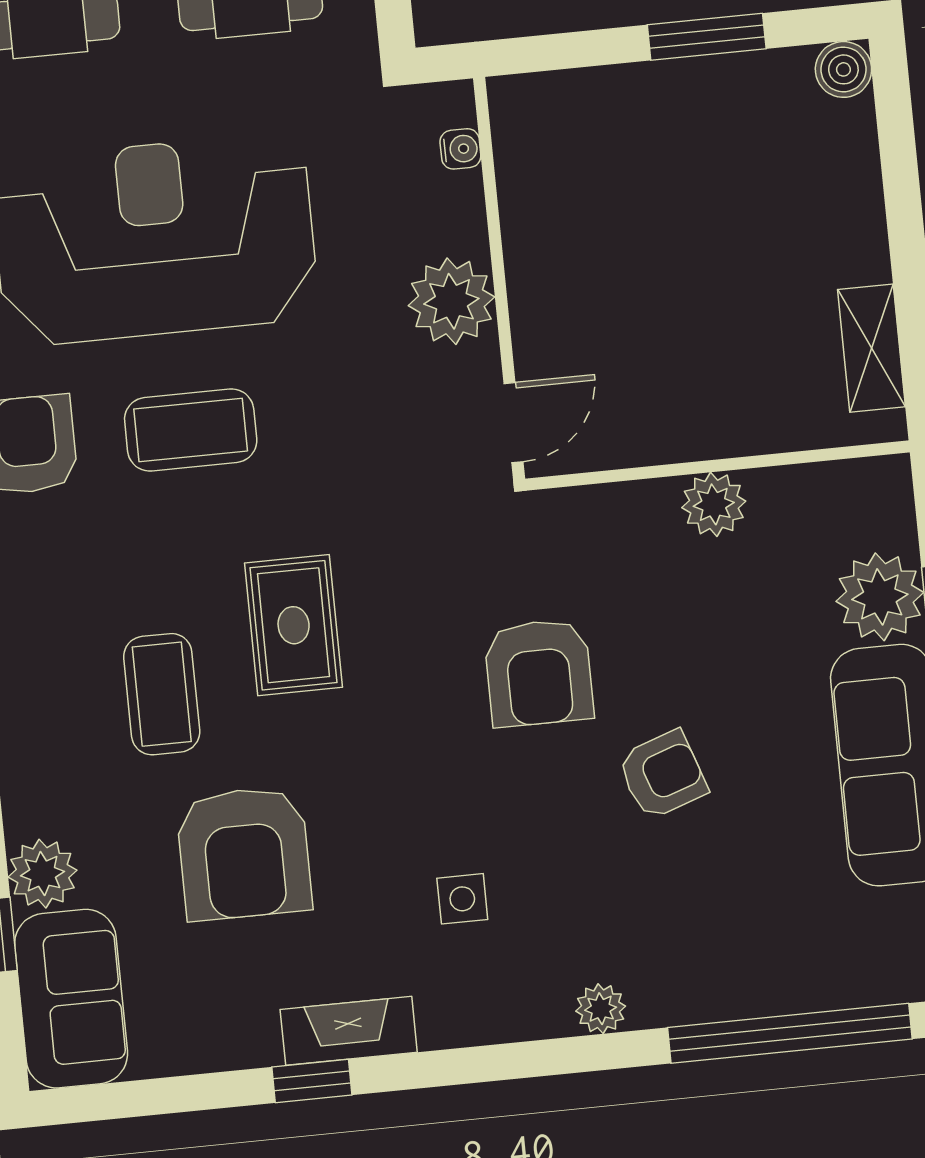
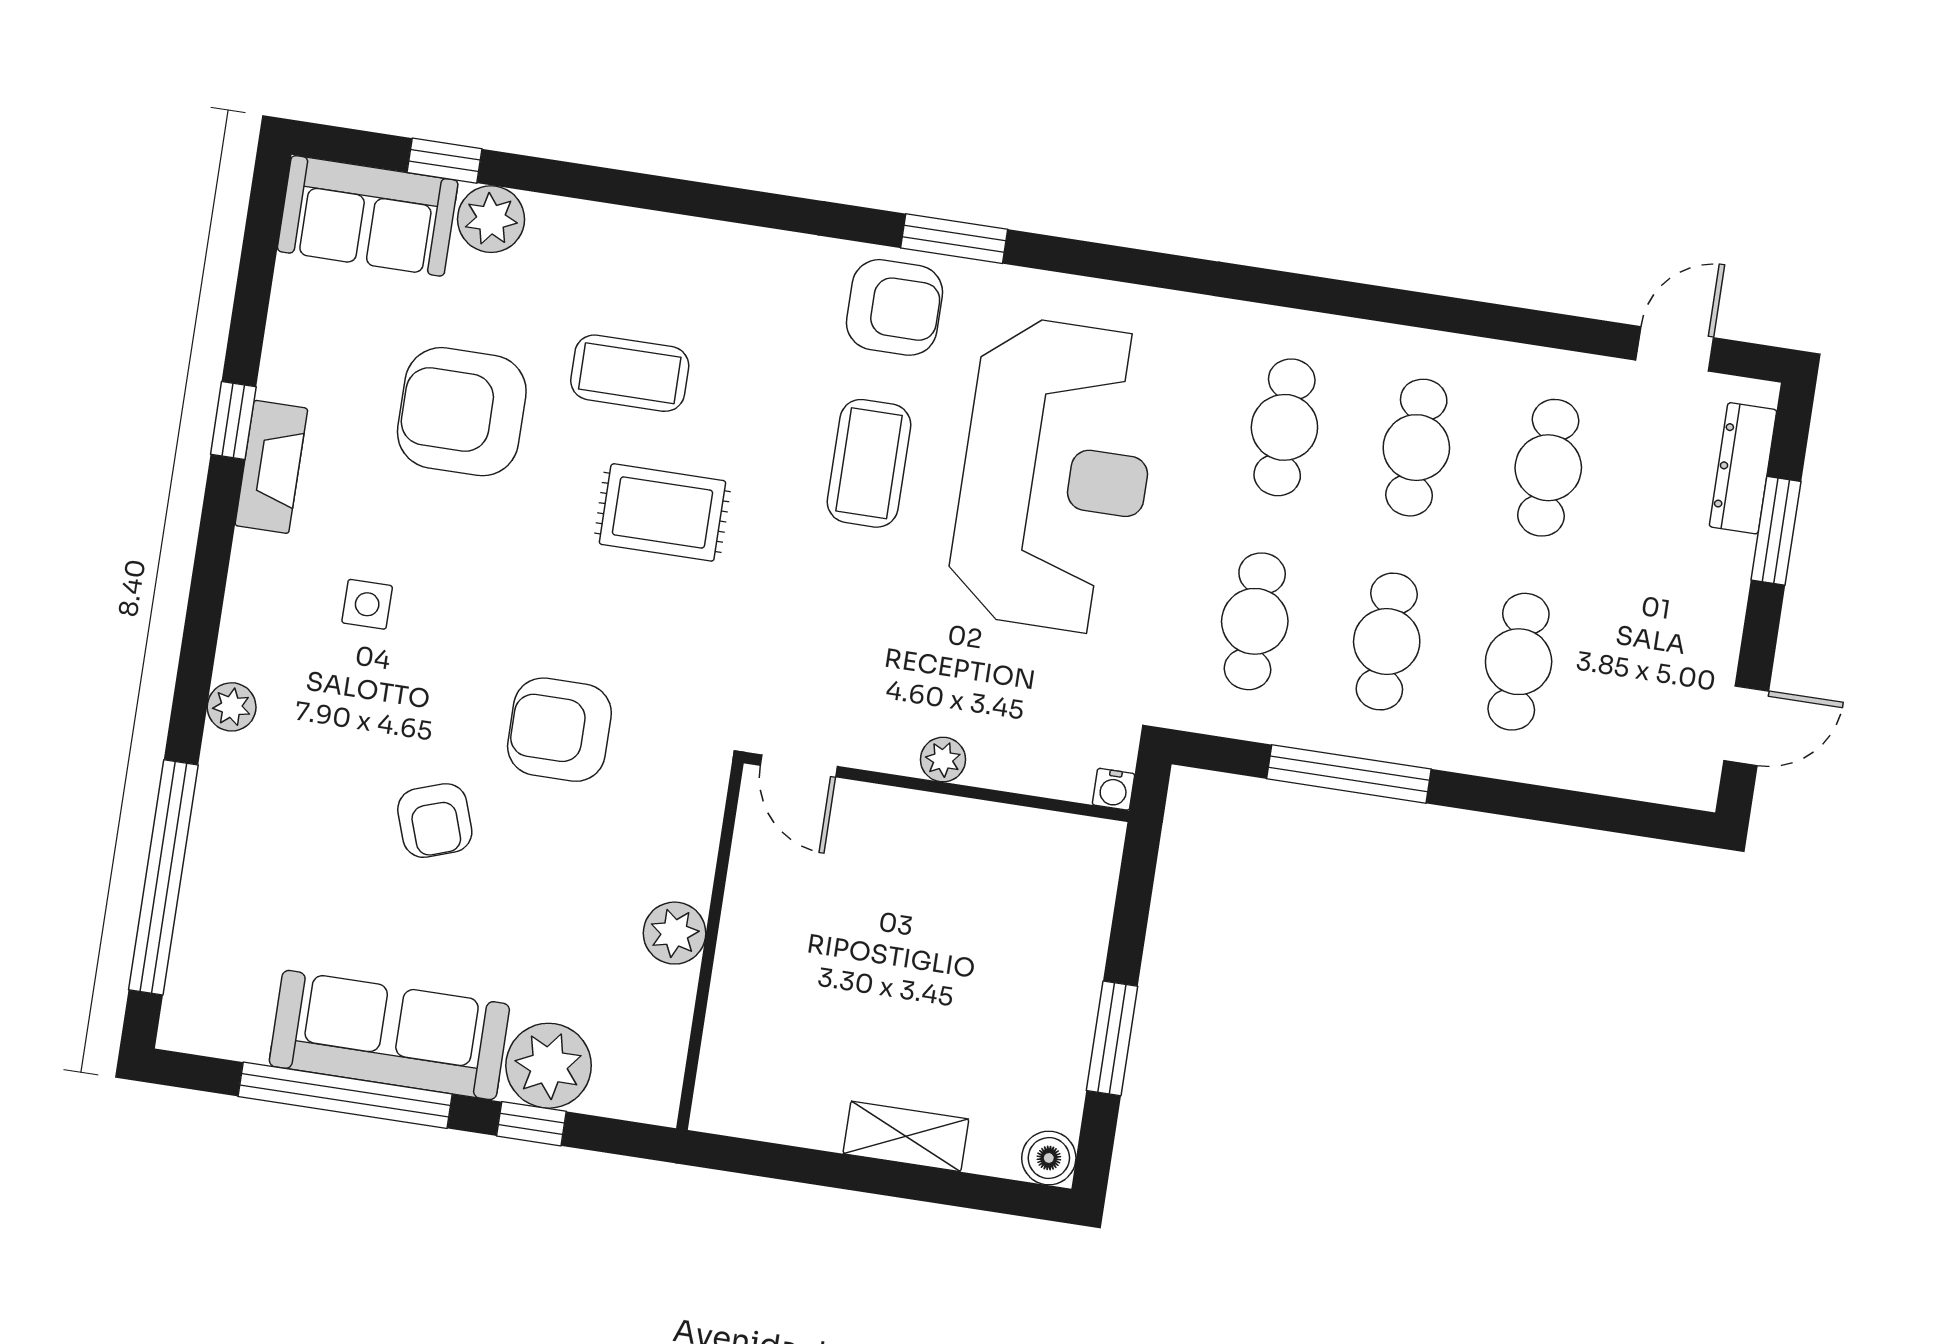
water cooler: (460, 149) -> (1114, 789), moved
plant: (451, 301) -> (943, 760), width x0.53, depth x0.53
shelving: (871, 348) -> (906, 1136), moved

